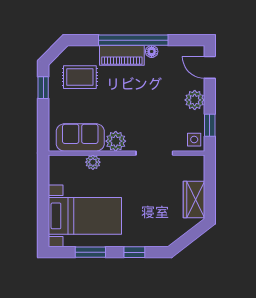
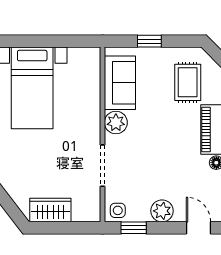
door: (210, 67) -> (198, 228), hinge flipped
window: (43, 88) -> (149, 41), moved
plant: (93, 162) -> (92, 97), removed

